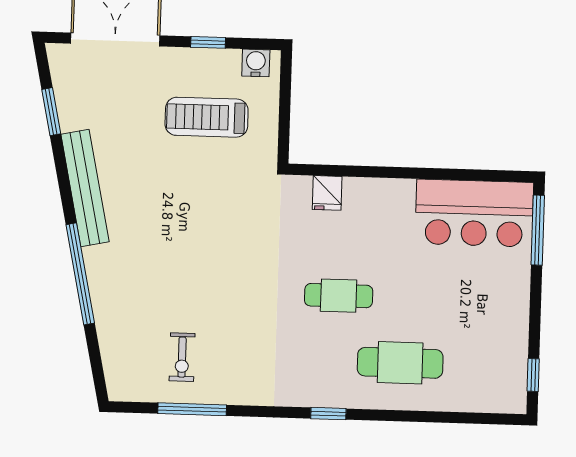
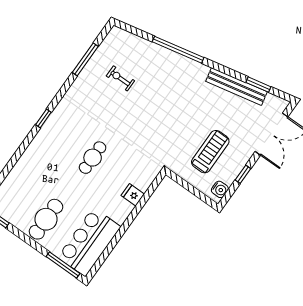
bench: (85, 188) -> (236, 86), moved
fridge: (327, 193) -> (133, 195), moved
exercise bike: (182, 357) -> (120, 78), moved
cafe table: (400, 363) -> (46, 219), moved

